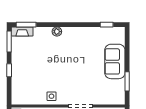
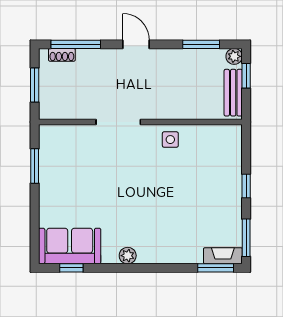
plant: (57, 32) -> (128, 256), moved
sofa: (115, 61) -> (70, 246), moved, turned -90

